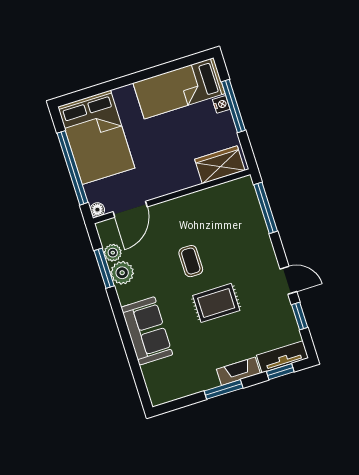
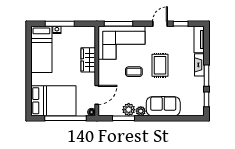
wardrobe: (220, 165) -> (88, 60), moved
door: (130, 209) -> (97, 95), hinge flipped
corner sofa: (234, 224) -> (122, 43), added
plant: (113, 253) -> (141, 111), moved
window: (280, 372) -> (207, 99), moved

